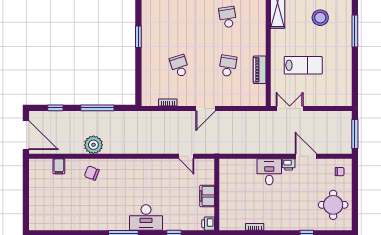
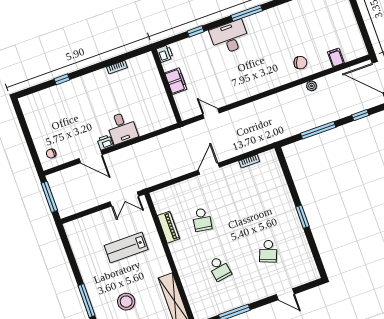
school desk: (179, 66) -> (268, 251), moved, turned 39
plant: (93, 145) -> (312, 86), width x0.53, depth x0.53
round table: (333, 205) -> (46, 118), removed

